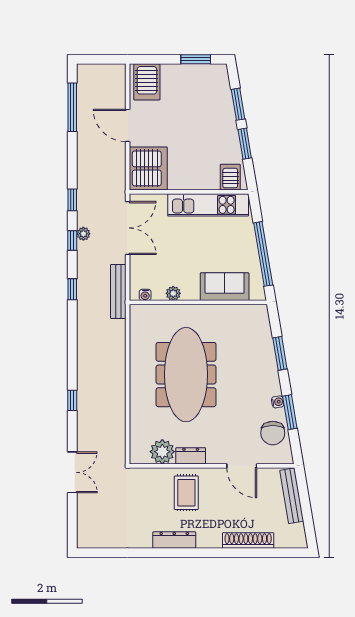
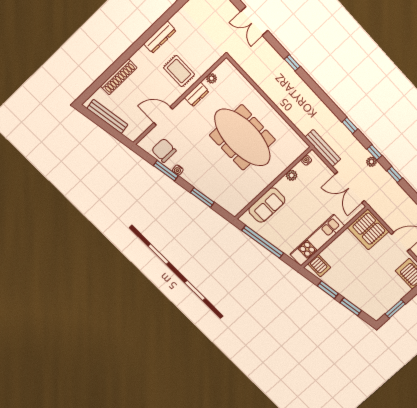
plant: (162, 452) -> (212, 78), width x0.53, depth x0.53
bench: (292, 496) -> (107, 116), moved

